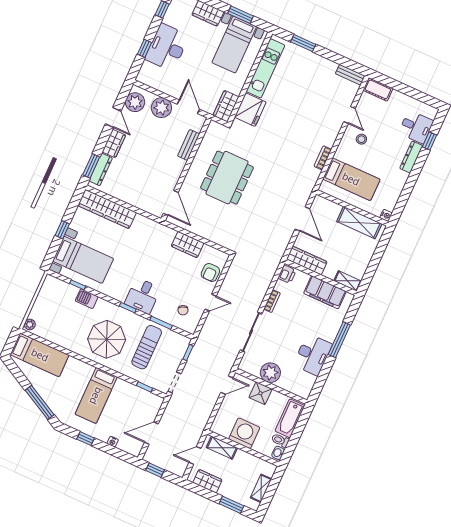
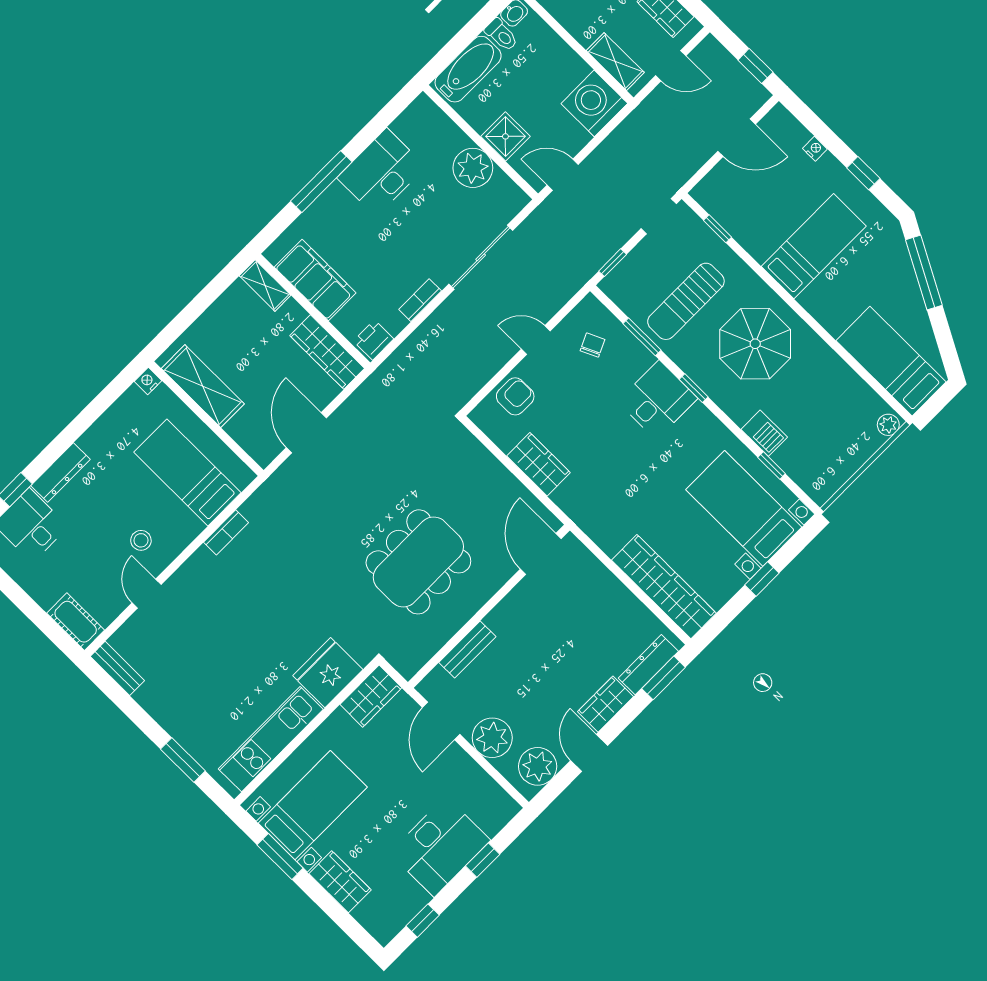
washing machine: (244, 433) -> (594, 103), moved, turned 90

